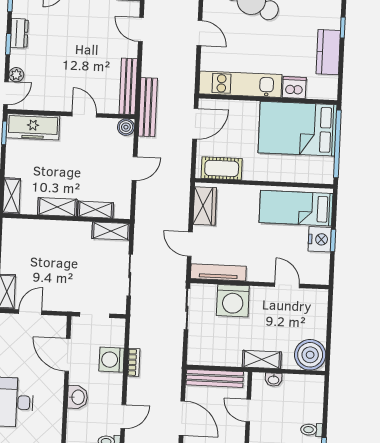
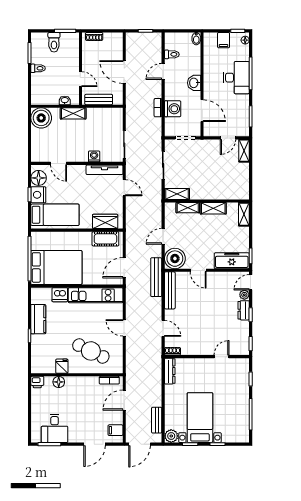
dresser: (19, 33) -> (244, 310), moved
boiler: (126, 127) -> (175, 259), width x1.86, depth x1.86
wardrobe: (205, 206) -> (105, 221), moved, turned 90
floor lamp: (318, 265) -> (39, 178), added
washing machine: (233, 301) -> (94, 156), width x0.53, depth x0.53
bench: (215, 378) -> (99, 100), width x0.73

